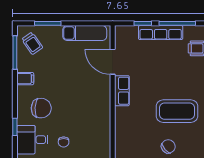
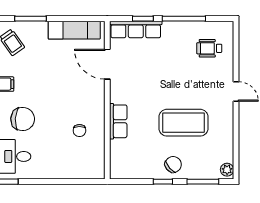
row of seats: (161, 33) -> (136, 30), moved
row of seats: (122, 91) -> (118, 121), moved
chair: (64, 142) -> (79, 131), moved

